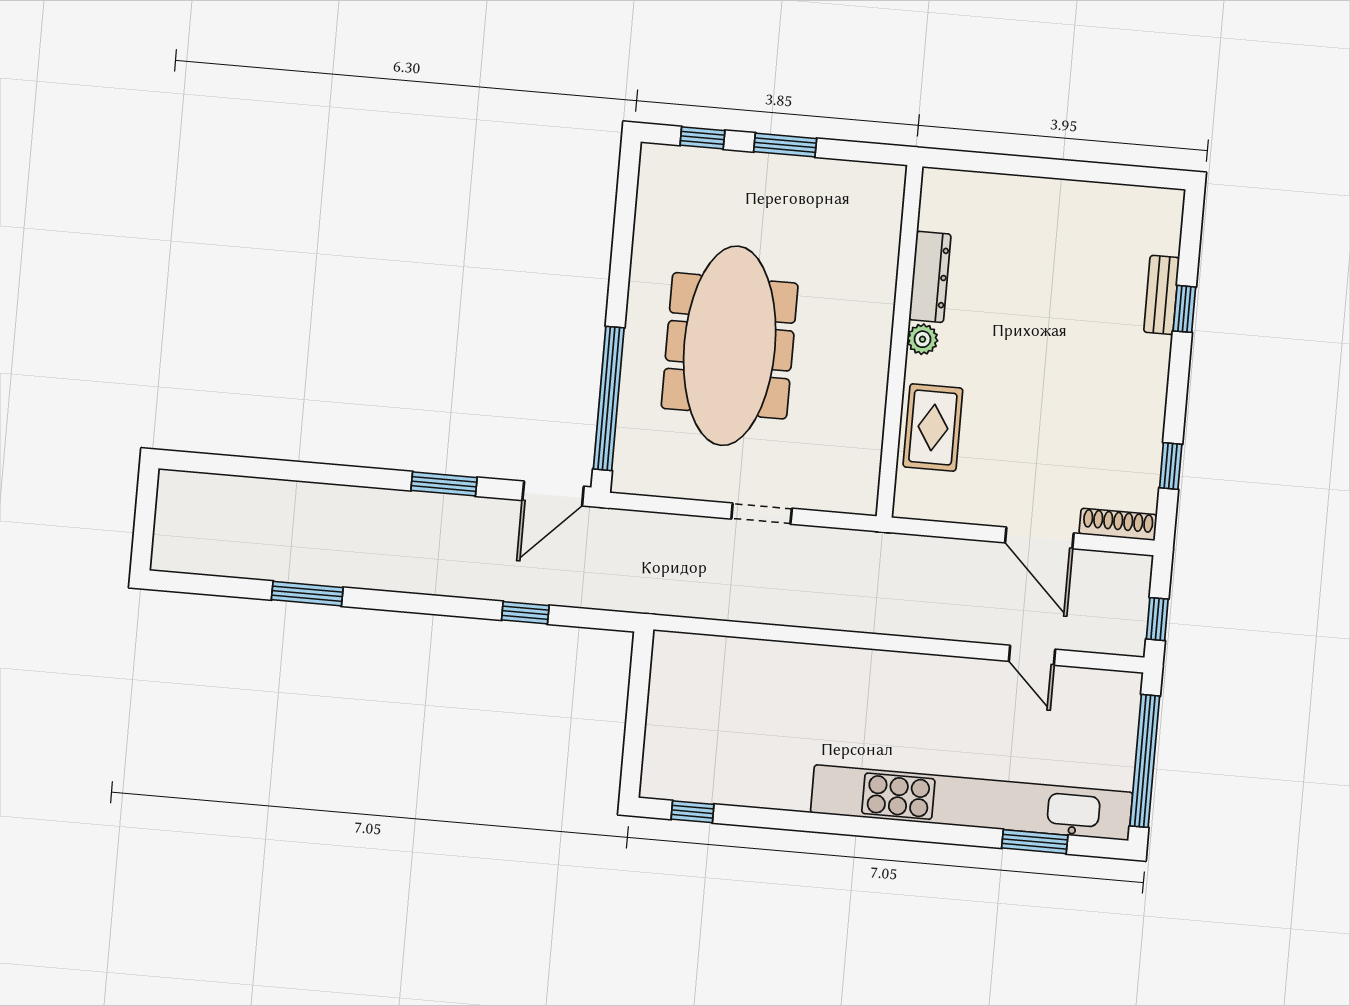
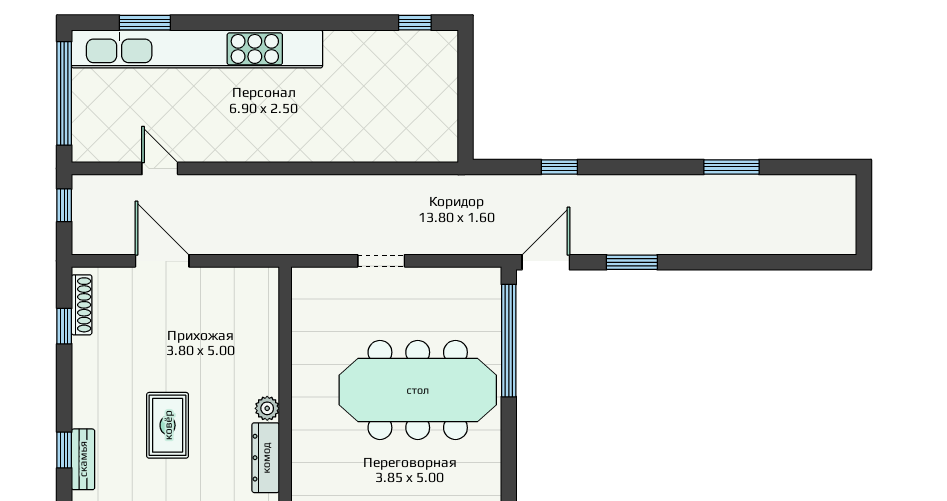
meeting table: (730, 346) -> (418, 390), turned 90
rug: (933, 428) -> (168, 425), moved
shoe rack: (1118, 524) -> (82, 305), moved, turned -90

